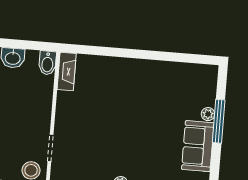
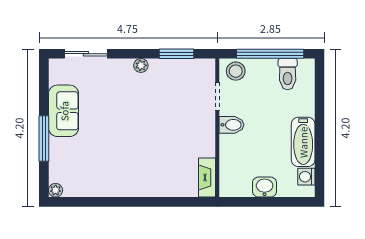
bidet: (47, 63) -> (232, 125), moved, turned 90
plant: (208, 114) -> (56, 190), moved

